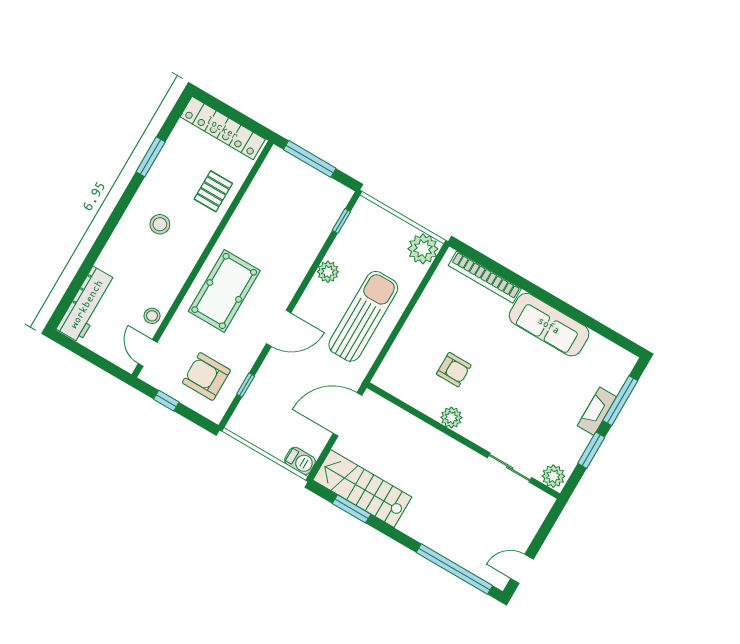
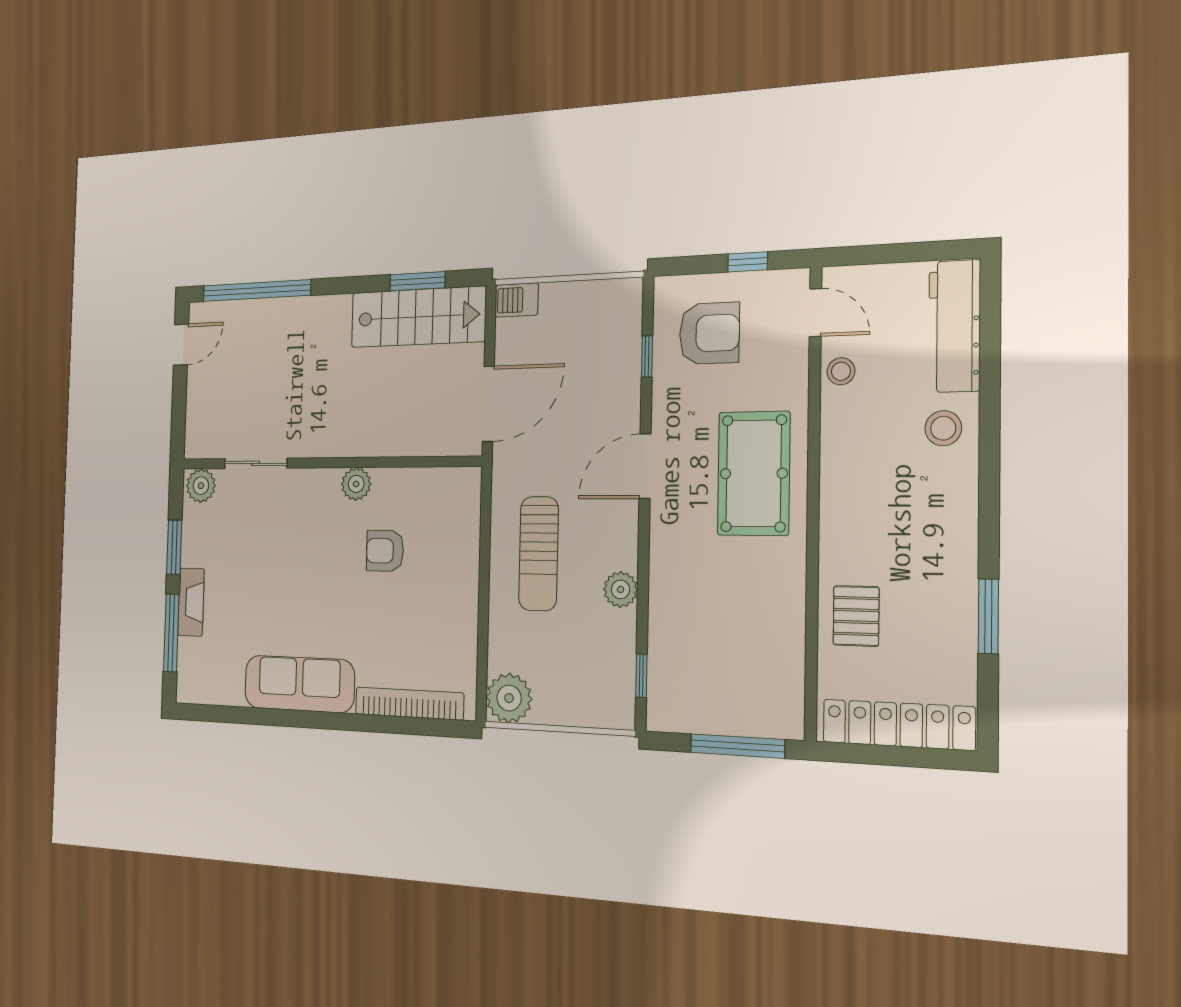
stool: (160, 224) -> (943, 428), moved
sun lounger: (363, 316) -> (539, 554), width x0.73, depth x0.75

